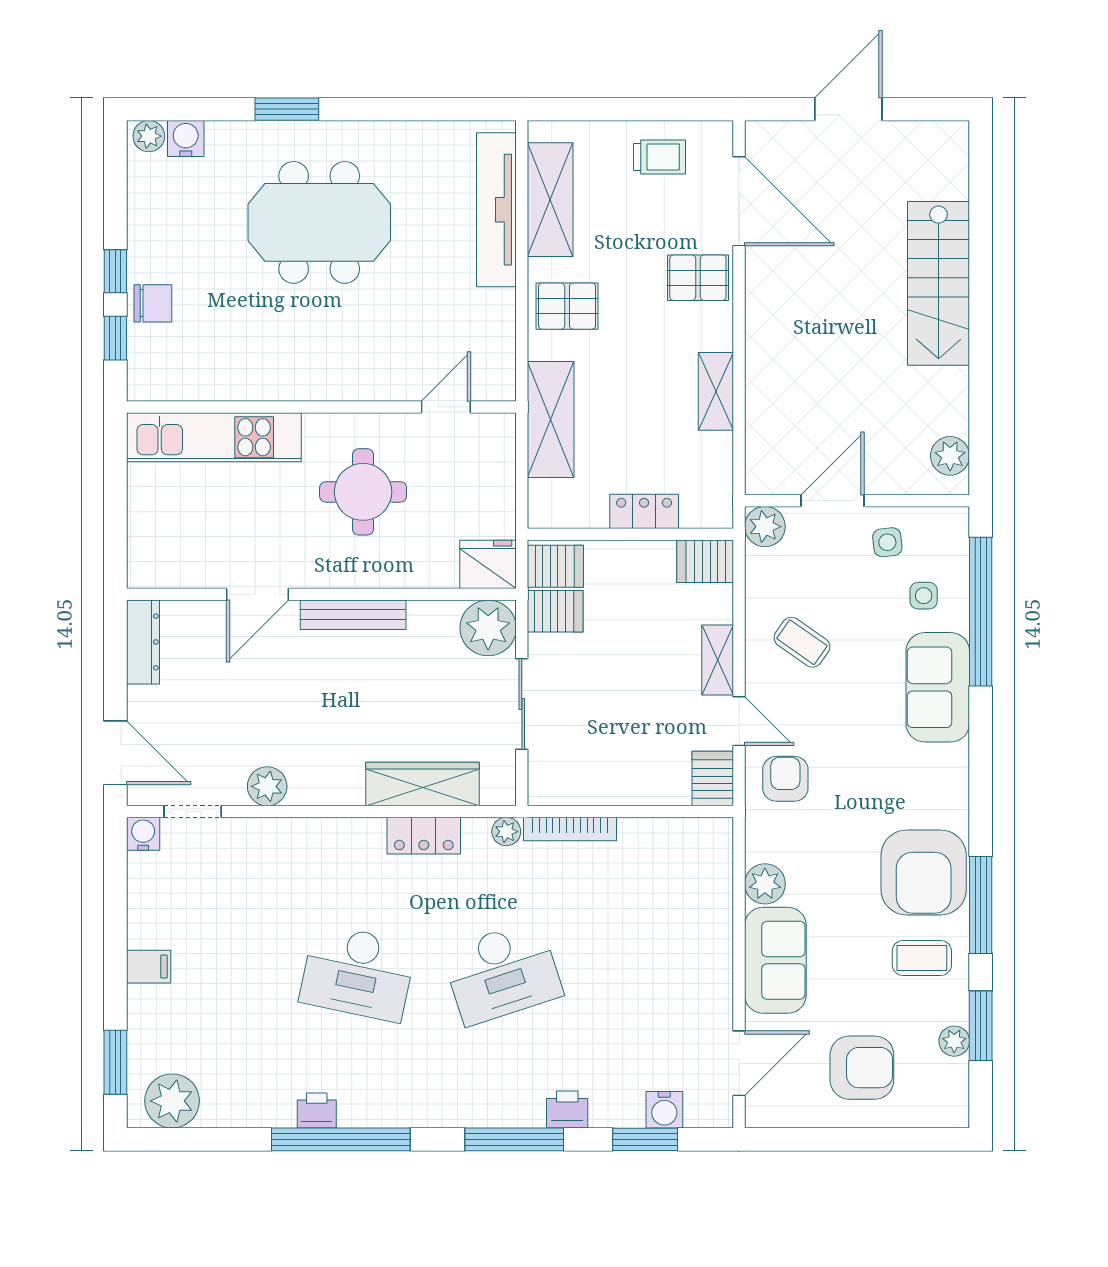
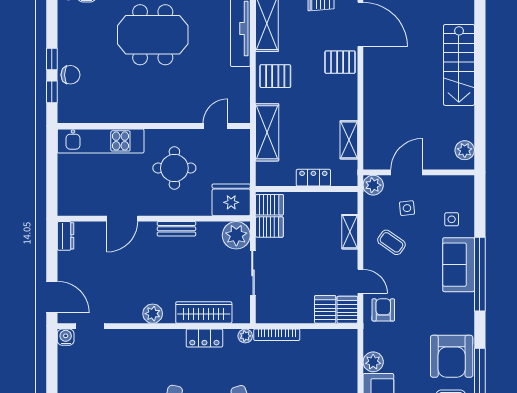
shelving: (716, 391) -> (349, 140), moved
side table: (887, 542) -> (407, 208), moved
server rack: (705, 561) -> (325, 309), moved, turned 90
fridge: (488, 564) -> (231, 200), width x1.36, depth x1.34
window: (981, 612) -> (480, 274), moved
bench: (353, 615) -> (176, 229), width x0.73
dresser: (143, 642) -> (66, 236), width x0.70
shelving: (718, 660) -> (350, 232), moved
plant: (267, 786) -> (153, 314), moved

